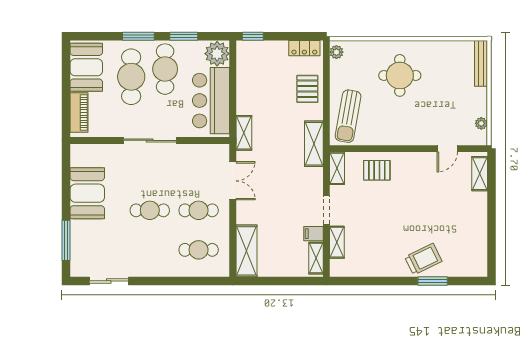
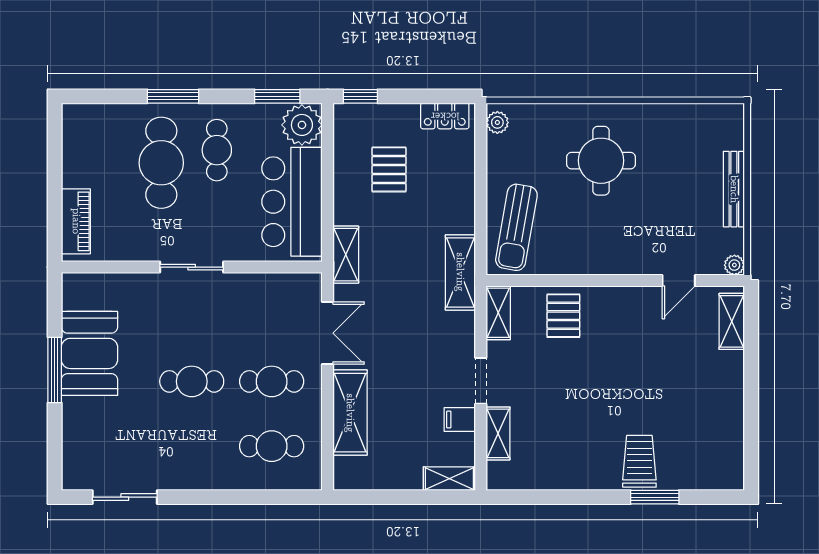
window: (184, 36) -> (277, 96), moved
bench: (481, 63) -> (734, 189), moved
booth: (86, 67) -> (88, 147), removed
cafe table: (165, 69) -> (217, 150), width x0.73, depth x0.74
pallet: (307, 89) -> (389, 169), moved
plant: (481, 123) -> (734, 265), moved
sliding door: (150, 140) -> (192, 267), width x0.73
pallet: (377, 170) -> (563, 316), turned 90
window: (66, 240) -> (55, 370), moved
shelving: (246, 251) -> (350, 413), moved
shelving: (316, 258) -> (449, 479), moved, turned 90
trolley: (423, 259) -> (639, 461), turned -64

